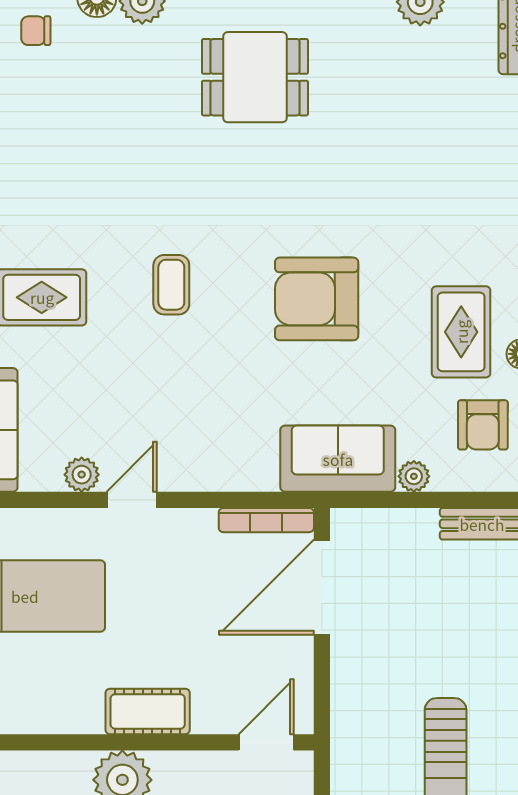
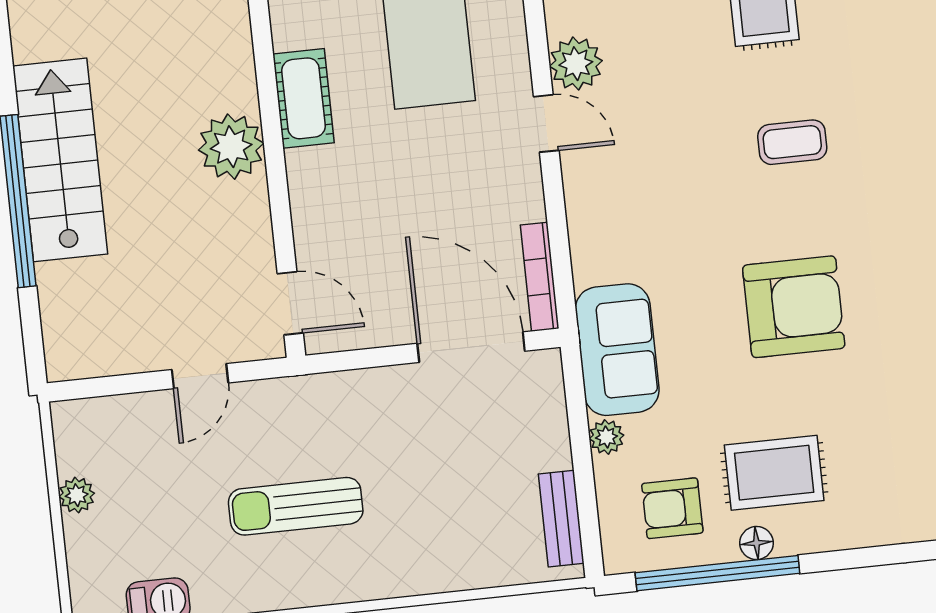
armchair: (317, 299) -> (794, 307), turned 90
plant: (82, 475) -> (576, 64), width x1.38, depth x1.38
cot: (148, 711) -> (303, 98), moved

